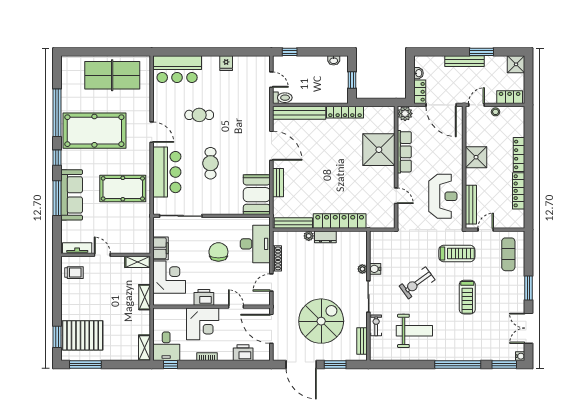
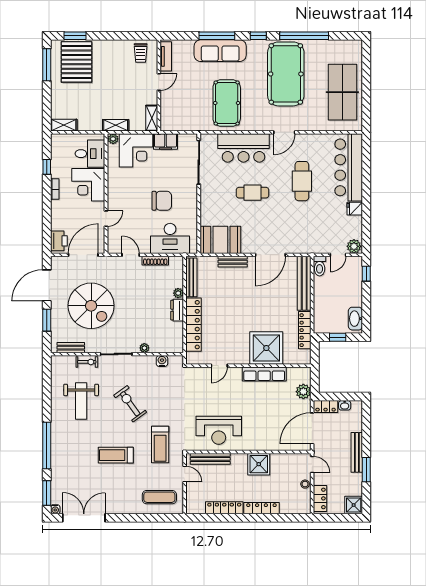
washbasin: (334, 60) -> (355, 319), width x1.91, depth x1.45
plant: (263, 64) -> (354, 246), added
bar counter: (177, 69) -> (349, 167), width x1.36
cafe table: (199, 115) -> (302, 181), width x1.37, depth x1.35
shower: (379, 150) -> (266, 348), moved
row of seats: (404, 152) -> (264, 374), moved
wall: (396, 167) -> (248, 366), moved
door: (396, 196) -> (219, 366), moved
water cooler: (375, 269) -> (162, 361), moved
window: (528, 288) -> (125, 518), removed
printer: (204, 297) -> (115, 186), removed
plant: (158, 300) -> (113, 139), added
double door: (528, 328) -> (84, 518), width x1.37
desk: (166, 346) -> (90, 154), moved, turned 180
printer: (243, 353) -> (59, 241), moved
window: (170, 365) -> (47, 167), moved

